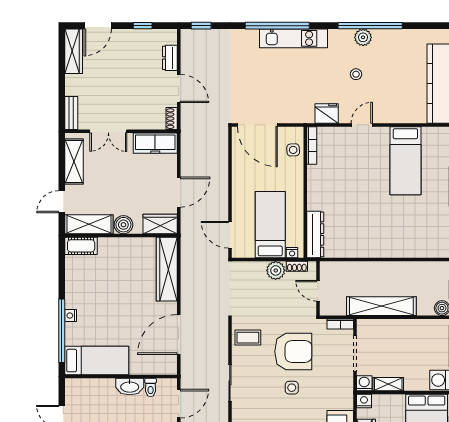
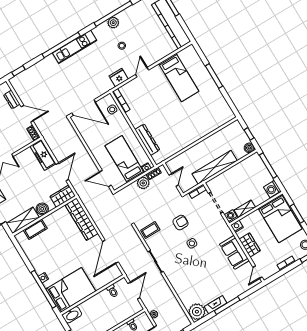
freezer: (155, 143) -> (43, 155), moved, turned 90
dresser: (315, 234) -> (147, 140), moved
cot: (81, 246) -> (35, 229), moved
door: (318, 291) -> (174, 180), swing flipped
armchair: (293, 352) -> (181, 223), width x0.53, depth x0.53
bed: (97, 361) -> (71, 290), width x1.50
washbasin: (130, 387) -> (72, 315), moved

